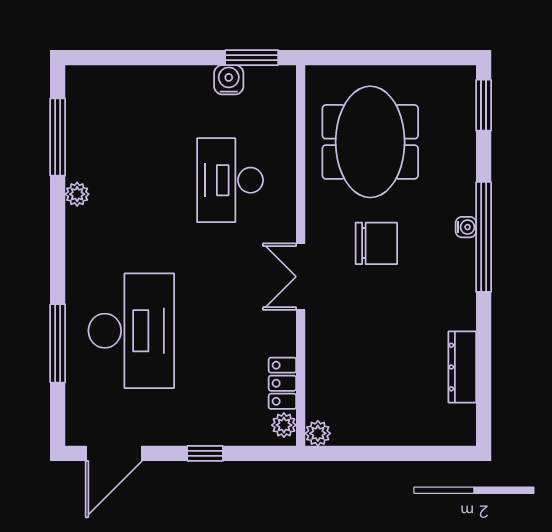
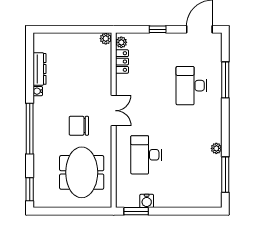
desk: (230, 180) -> (146, 155), turned 180
water cooler: (466, 227) -> (38, 91), moved
desk: (131, 331) -> (191, 86), width x0.73, depth x0.77

